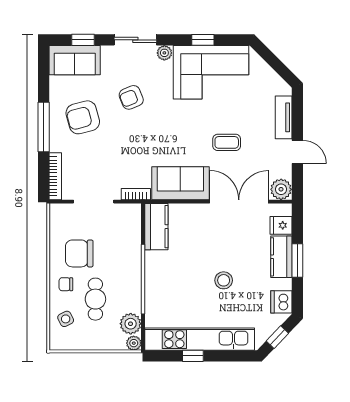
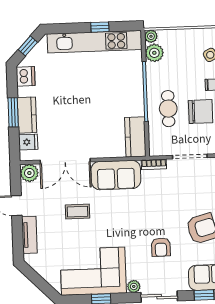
armchair: (131, 97) -> (161, 247), turned 112
stool: (224, 280) -> (76, 93), removed
cafe table: (95, 299) -> (168, 109), moved

